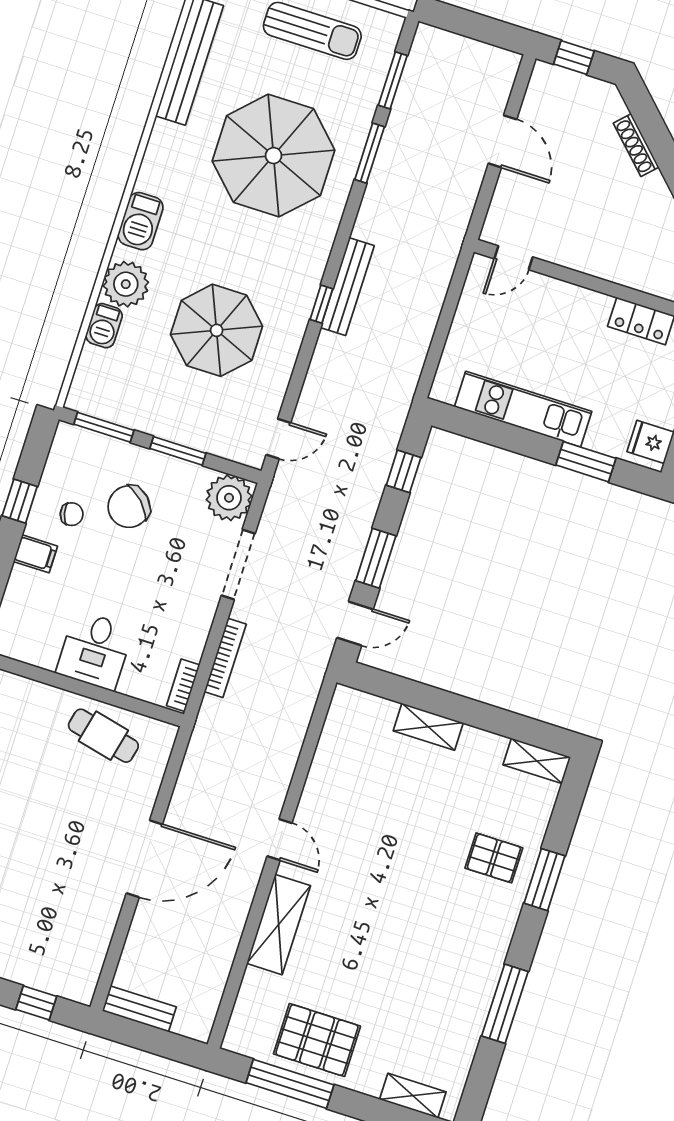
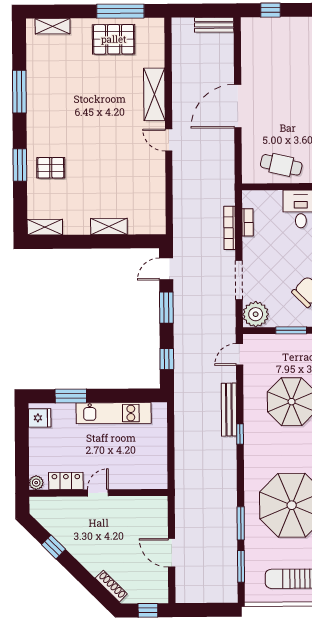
shoe rack: (636, 145) -> (111, 586), moved
door: (514, 258) -> (98, 493), moved
bench: (347, 287) -> (229, 410), moved
bookcase: (183, 685) -> (248, 222), moved

